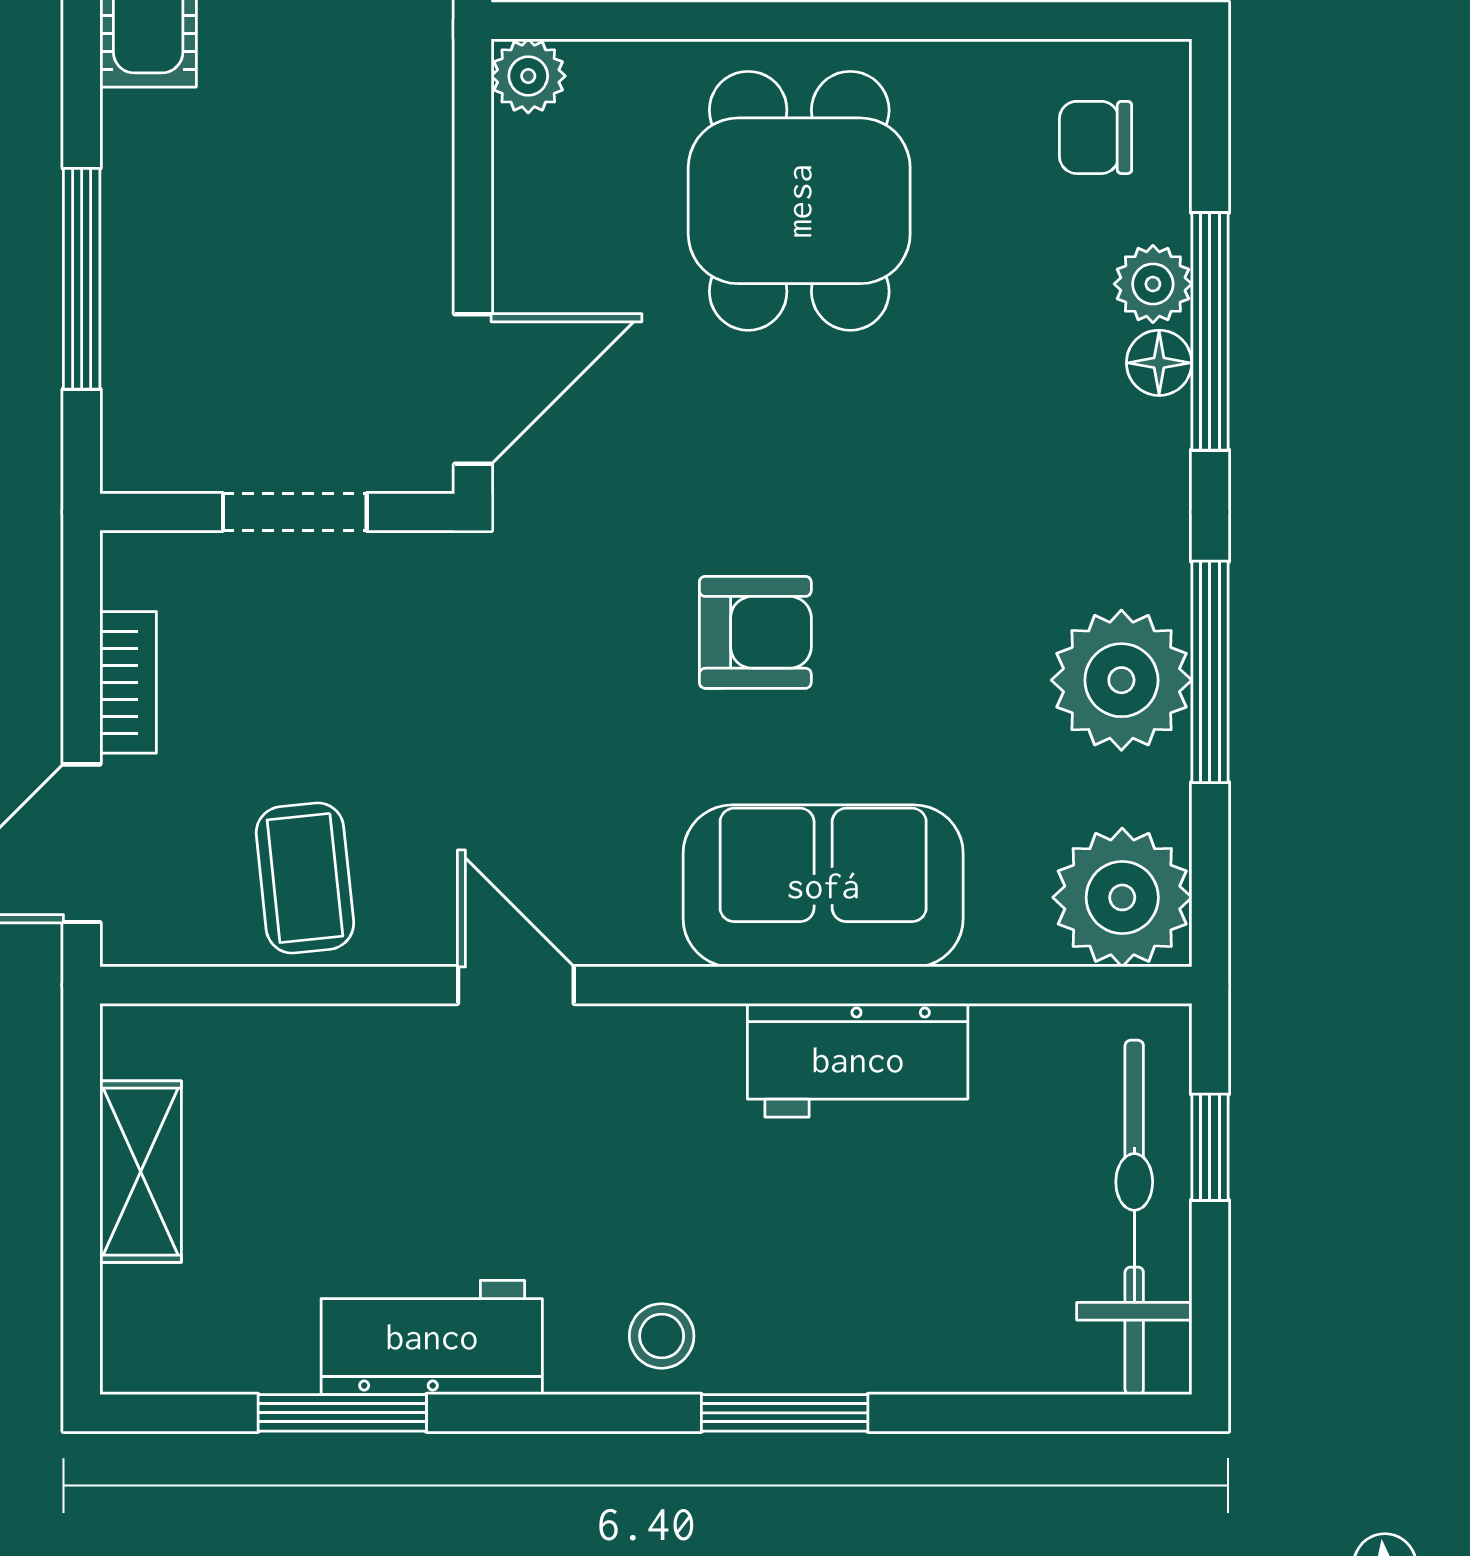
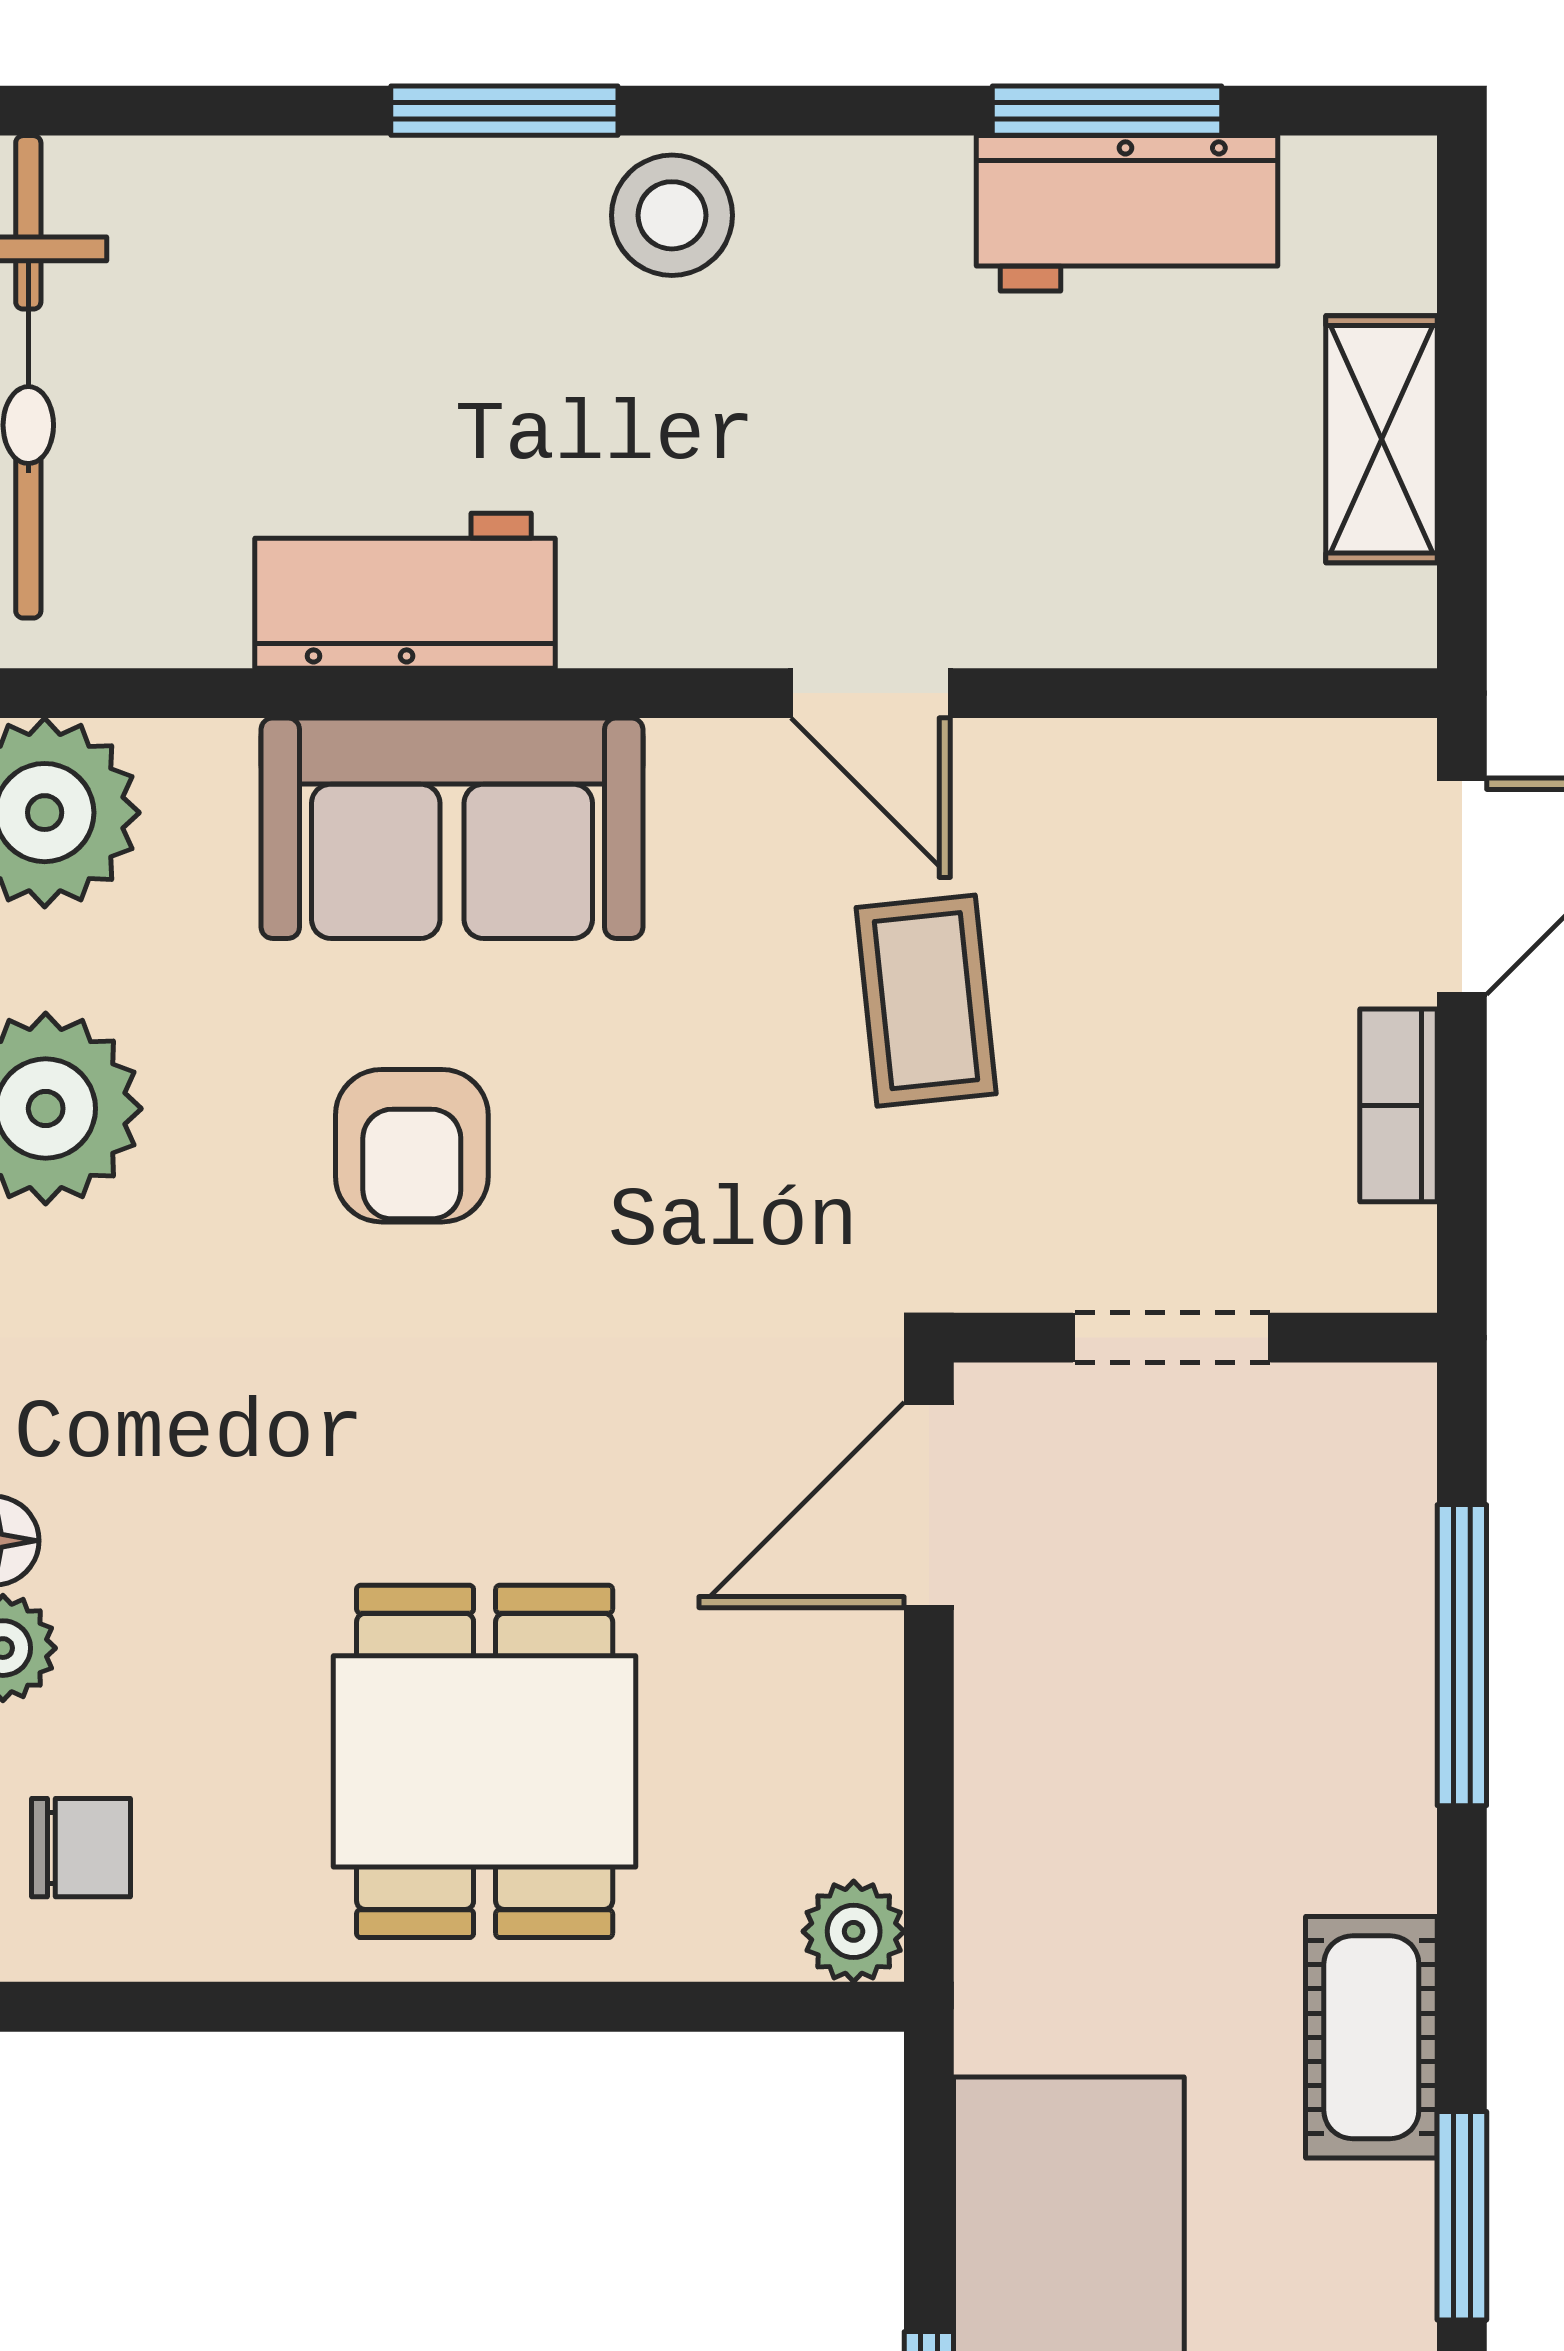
armchair: (755, 632) -> (412, 1146), moved, turned -90
coffee table: (305, 878) -> (926, 1001), moved
stool: (662, 1336) -> (672, 215), width x1.37, depth x1.37
workbench: (432, 1337) -> (1127, 213), moved

